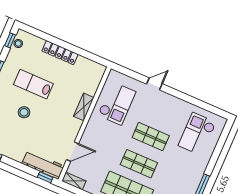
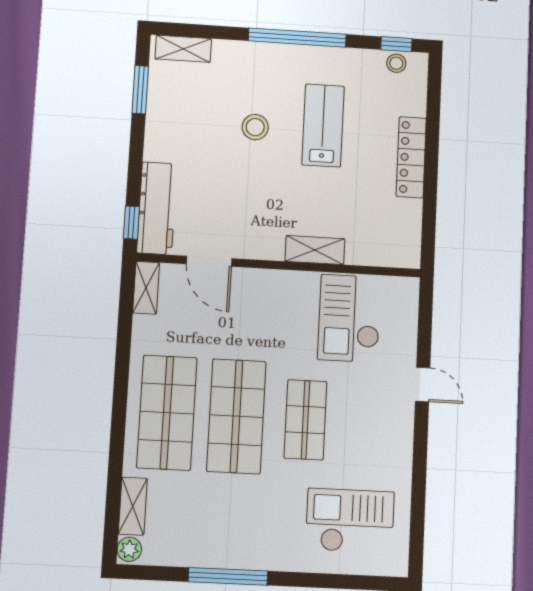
checkout: (117, 103) -> (349, 318), turned 90
shop shelf: (139, 164) -> (236, 416), width x1.43, depth x1.36

